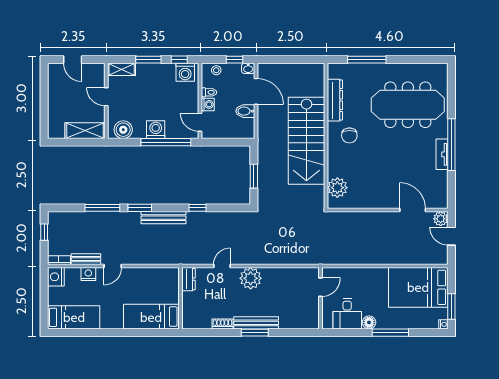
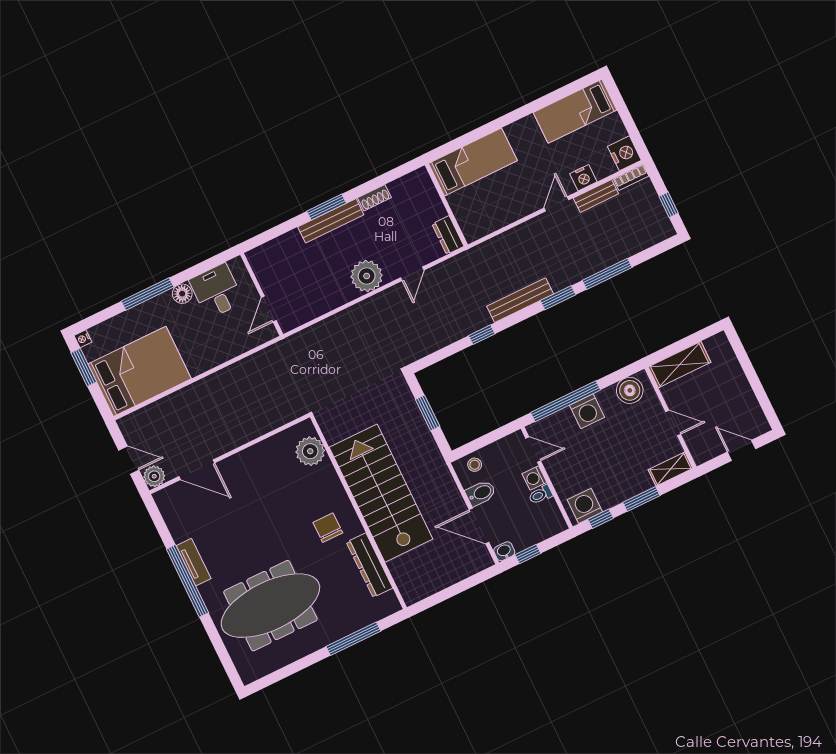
stool: (216, 70) -> (475, 465), moved

